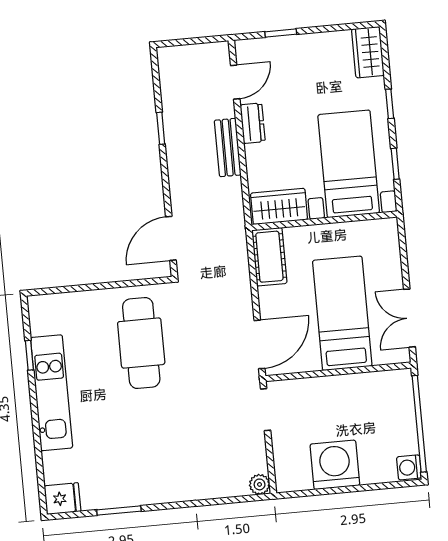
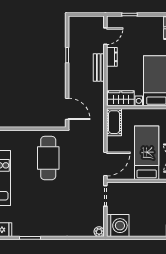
door: (171, 238) -> (67, 109), swing flipped
washing machine: (335, 465) -> (118, 226), moved, turned 90

